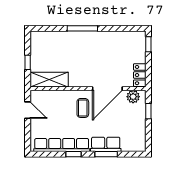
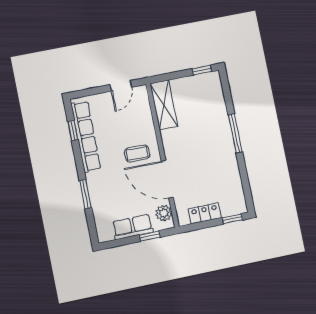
window: (28, 62) -> (202, 70), moved
locker: (140, 75) -> (205, 213), moved
row of seats: (106, 144) -> (133, 227), moved, turned -90
window: (73, 154) -> (73, 131), moved

